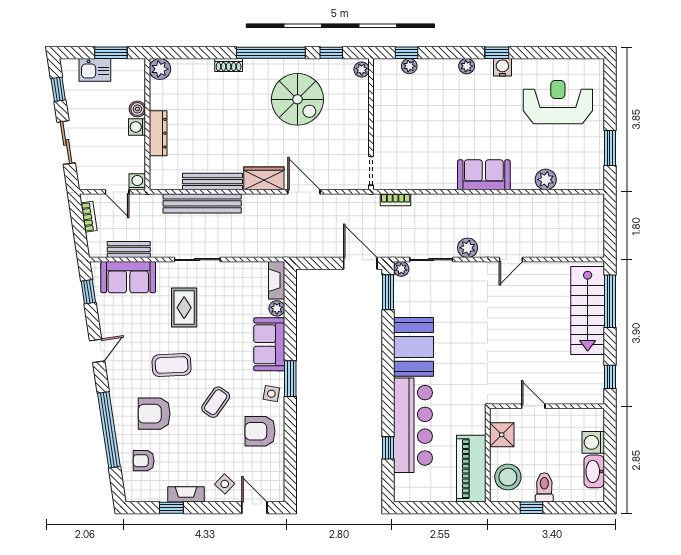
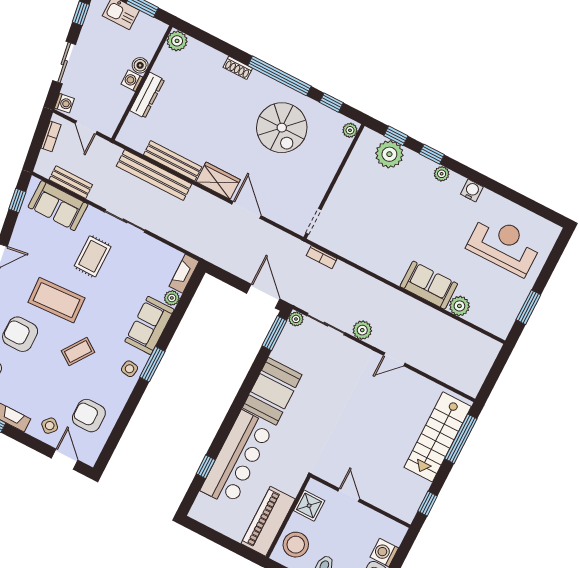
window: (497, 53) -> (432, 154), moved
plant: (409, 66) -> (389, 154), width x1.88, depth x1.88
sofa: (484, 175) -> (429, 285), moved
washing machine: (137, 182) -> (64, 103), moved, turned 82
coffee table: (172, 365) -> (57, 300), width x1.36, depth x1.32
armchair: (260, 431) -> (89, 416), moved

